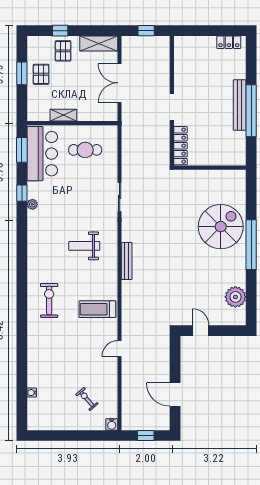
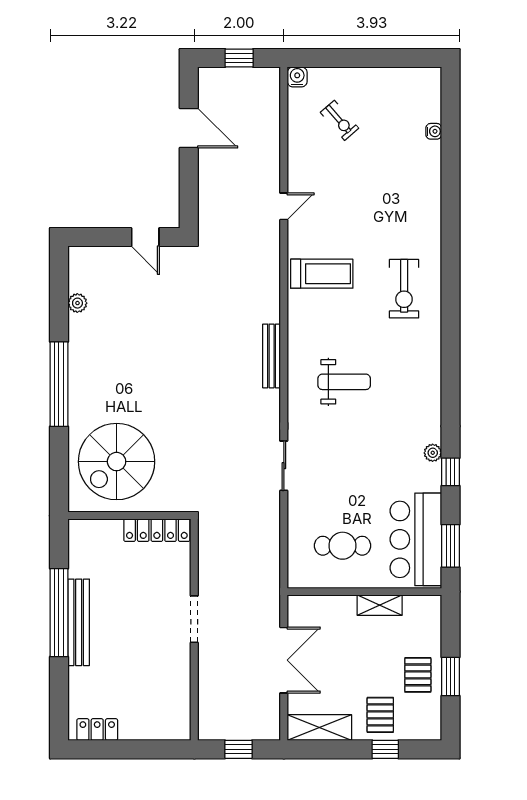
locker: (181, 146) -> (157, 530), moved, turned -90
spiral stairs: (221, 227) -> (117, 462), moved
plant: (235, 297) -> (77, 303), width x0.53, depth x0.53

